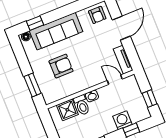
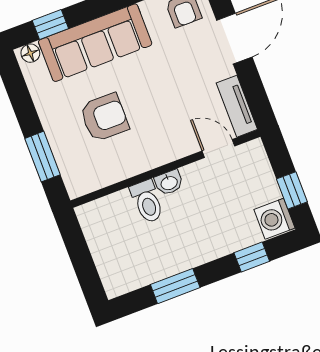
shower: (67, 110) -> (116, 211), removed
washing machine: (122, 120) -> (274, 219), moved, turned -90

